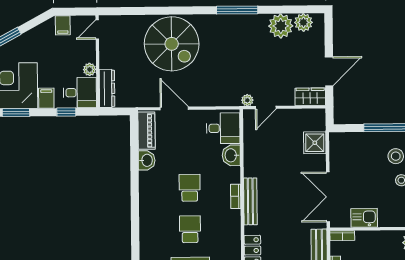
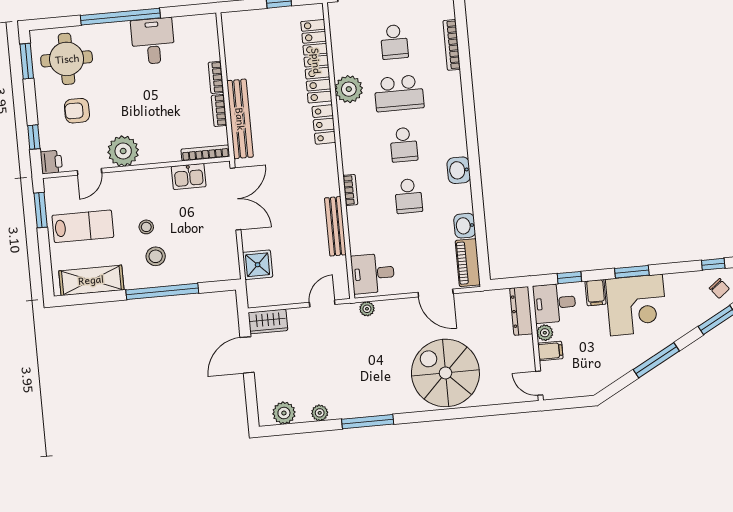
filing cabinet: (63, 25) -> (550, 351), moved, turned 90
plant: (281, 26) -> (320, 413), width x0.53, depth x0.53
door: (97, 30) -> (539, 383), swing flipped
plant: (247, 100) -> (367, 309), moved
washbasin: (231, 155) -> (459, 170), moved, turned 180
bench: (250, 201) -> (335, 226), moved
bookcase: (342, 236) -> (205, 153), width x1.56

